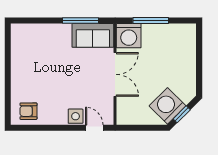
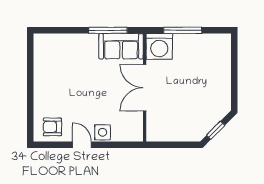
double door: (115, 74) -> (145, 88), swing flipped
washing machine: (168, 106) -> (201, 121), removed
door: (94, 128) -> (82, 145), moved

